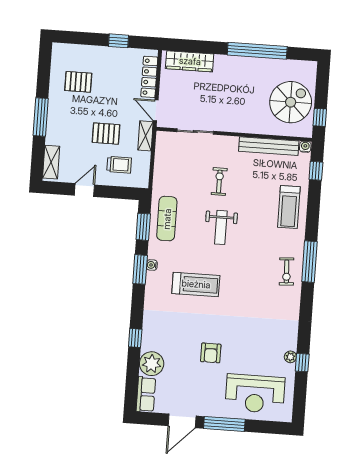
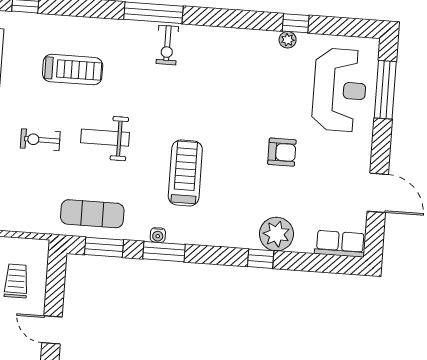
treadmill: (289, 207) -> (73, 70), moved
weight bench: (221, 227) -> (105, 138), turned 180
exercise bike: (287, 272) -> (167, 45), turned 93
plant: (152, 364) -> (276, 234), moved
window: (224, 424) -> (385, 90), moved

